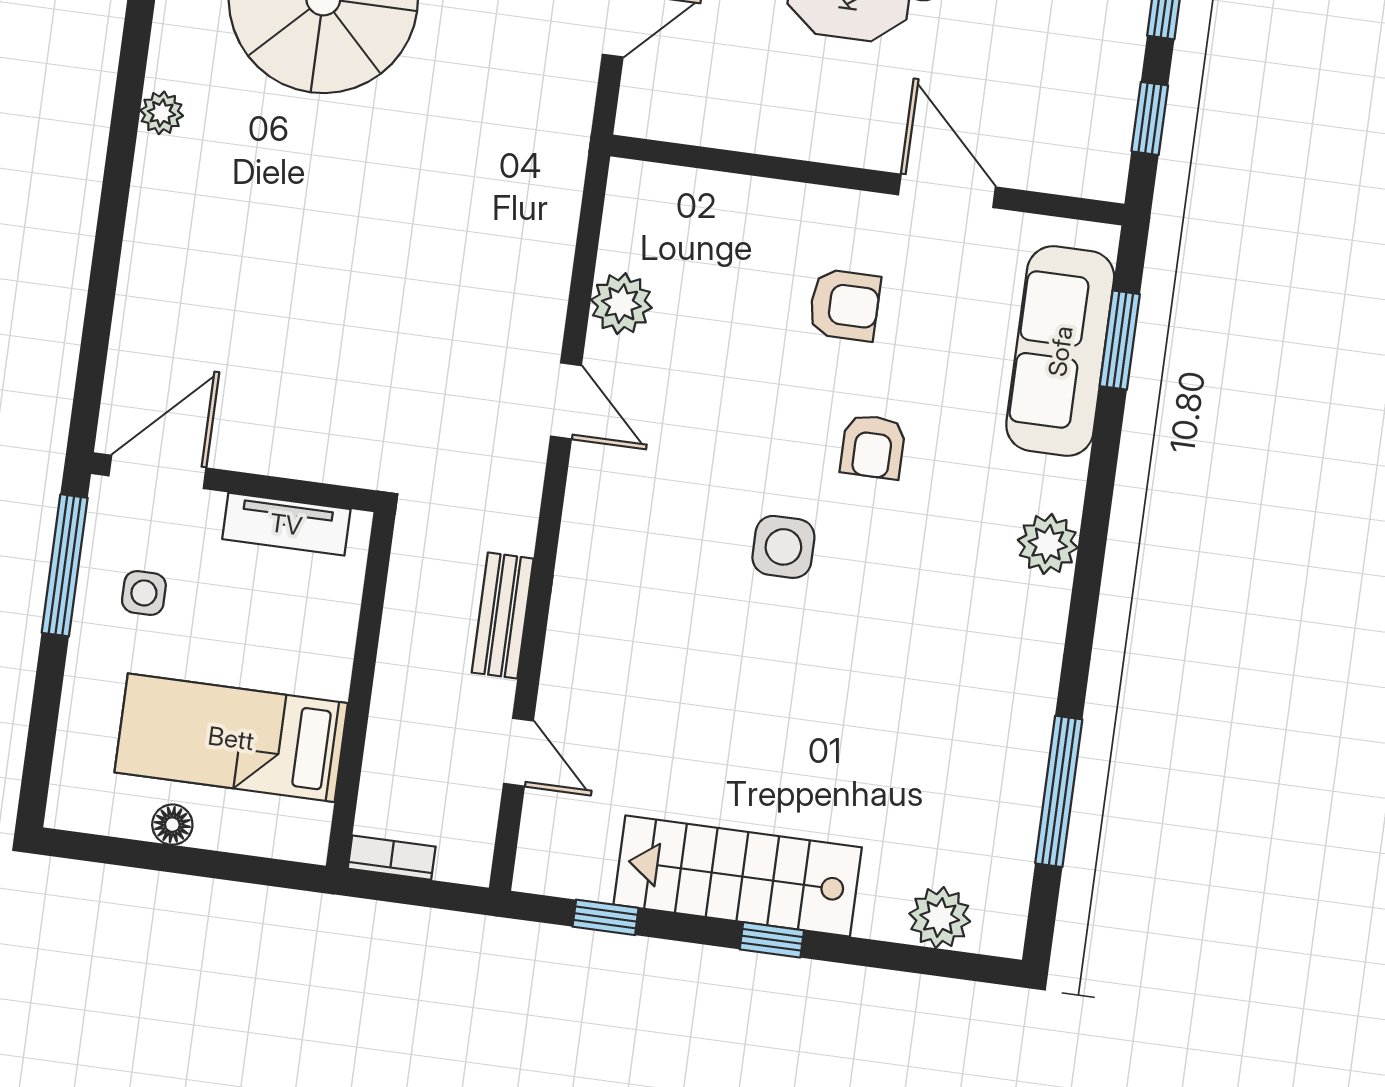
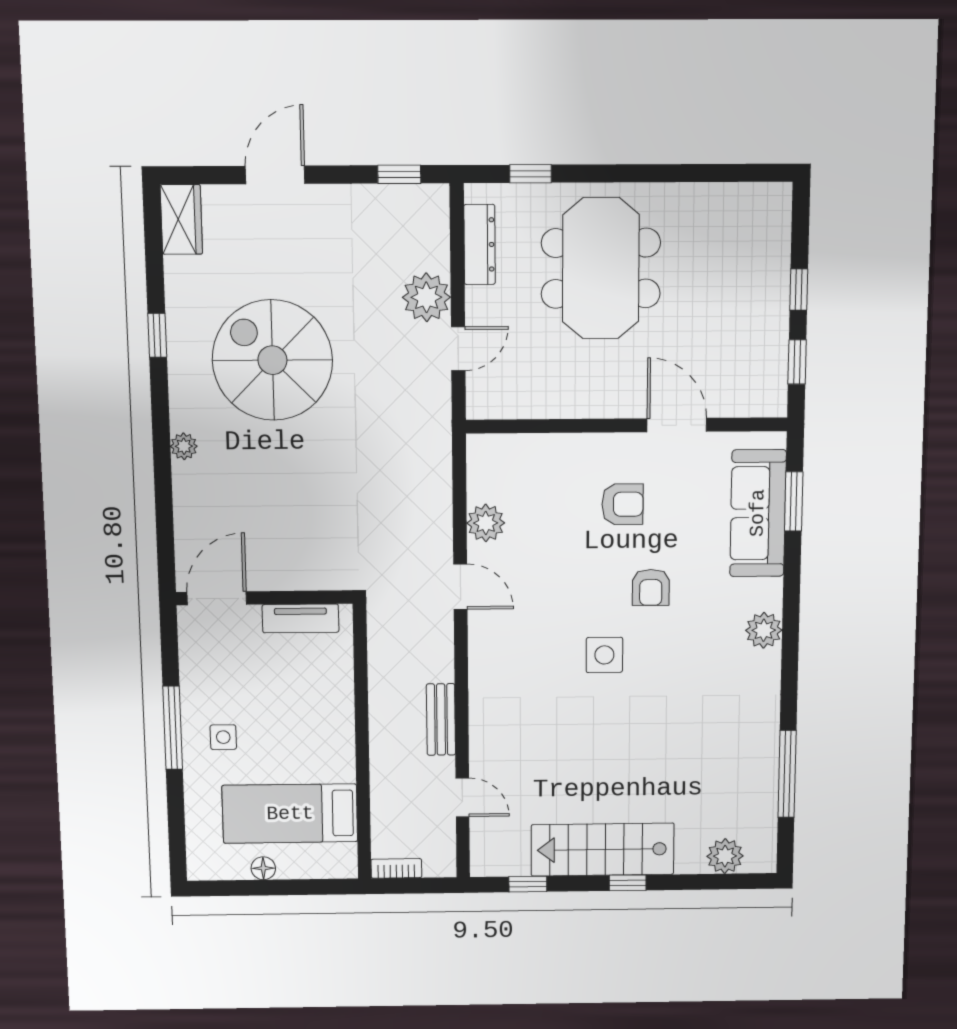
door: (157, 472) -> (217, 598), moved
wall: (234, 482) -> (264, 598), moved
tv unit: (286, 524) -> (301, 618), moved

